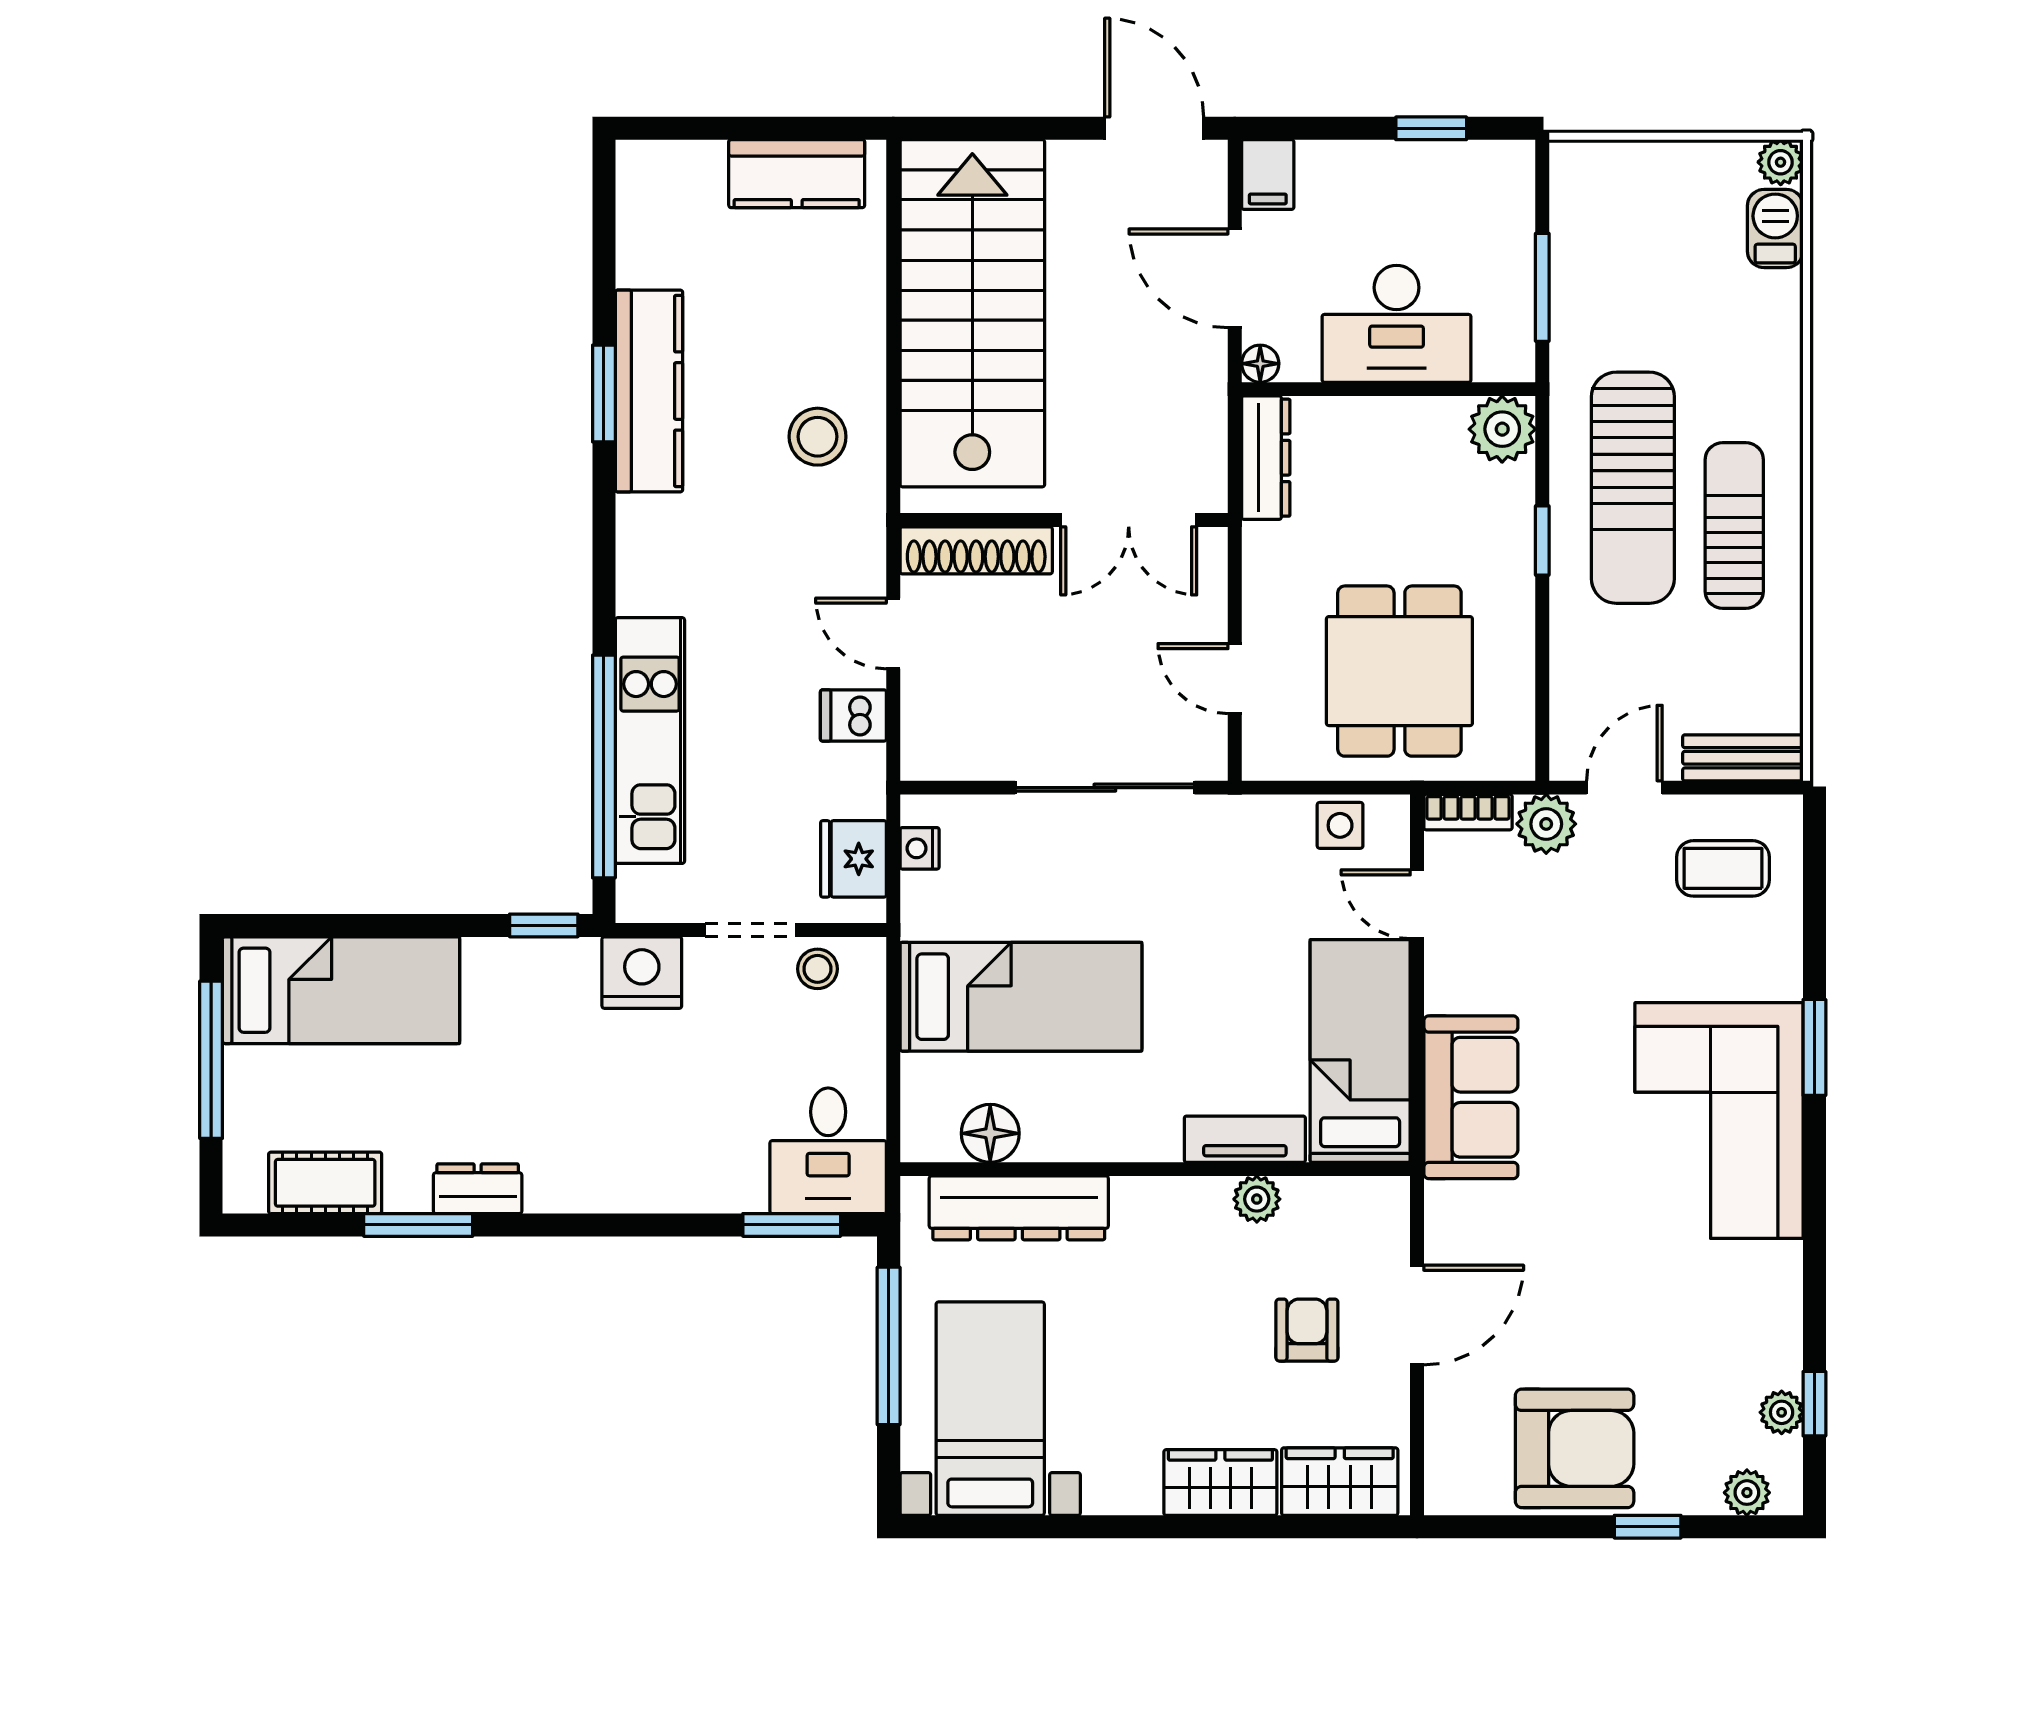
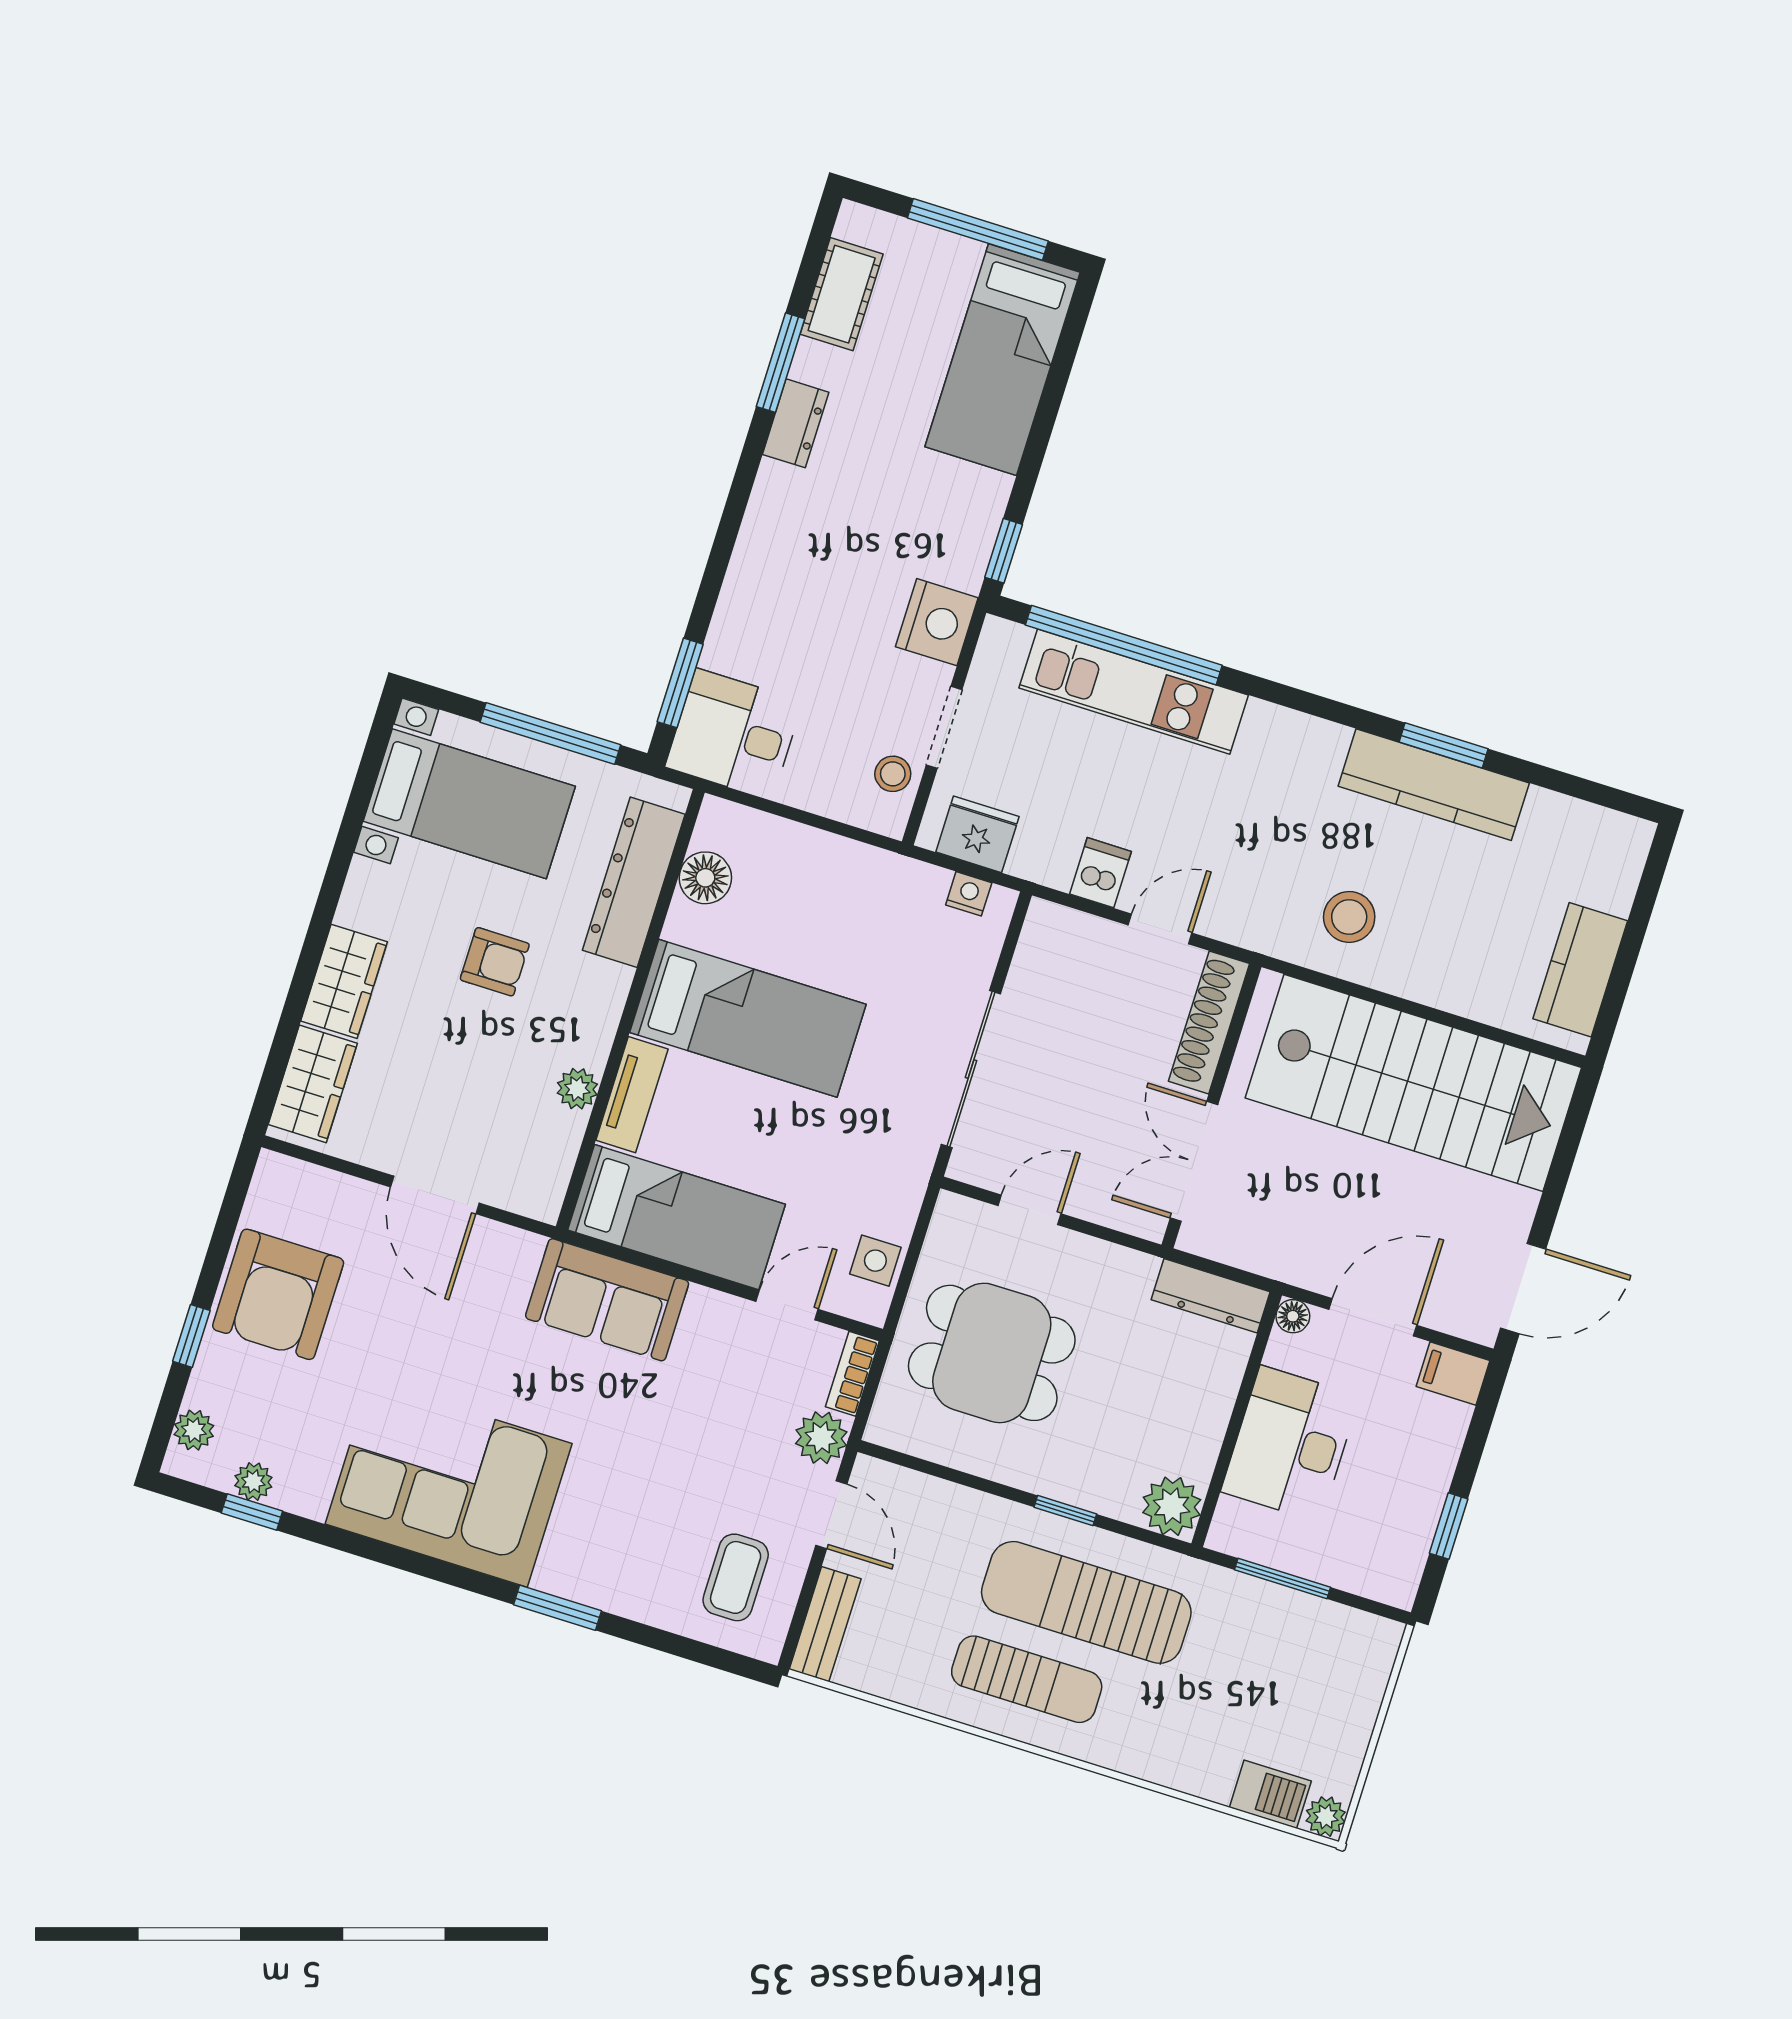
bed: (1021, 997) -> (748, 1018), moved, turned -90
corner sofa: (1719, 1120) -> (449, 1484), moved
armchair: (1307, 1330) -> (495, 962), moved

